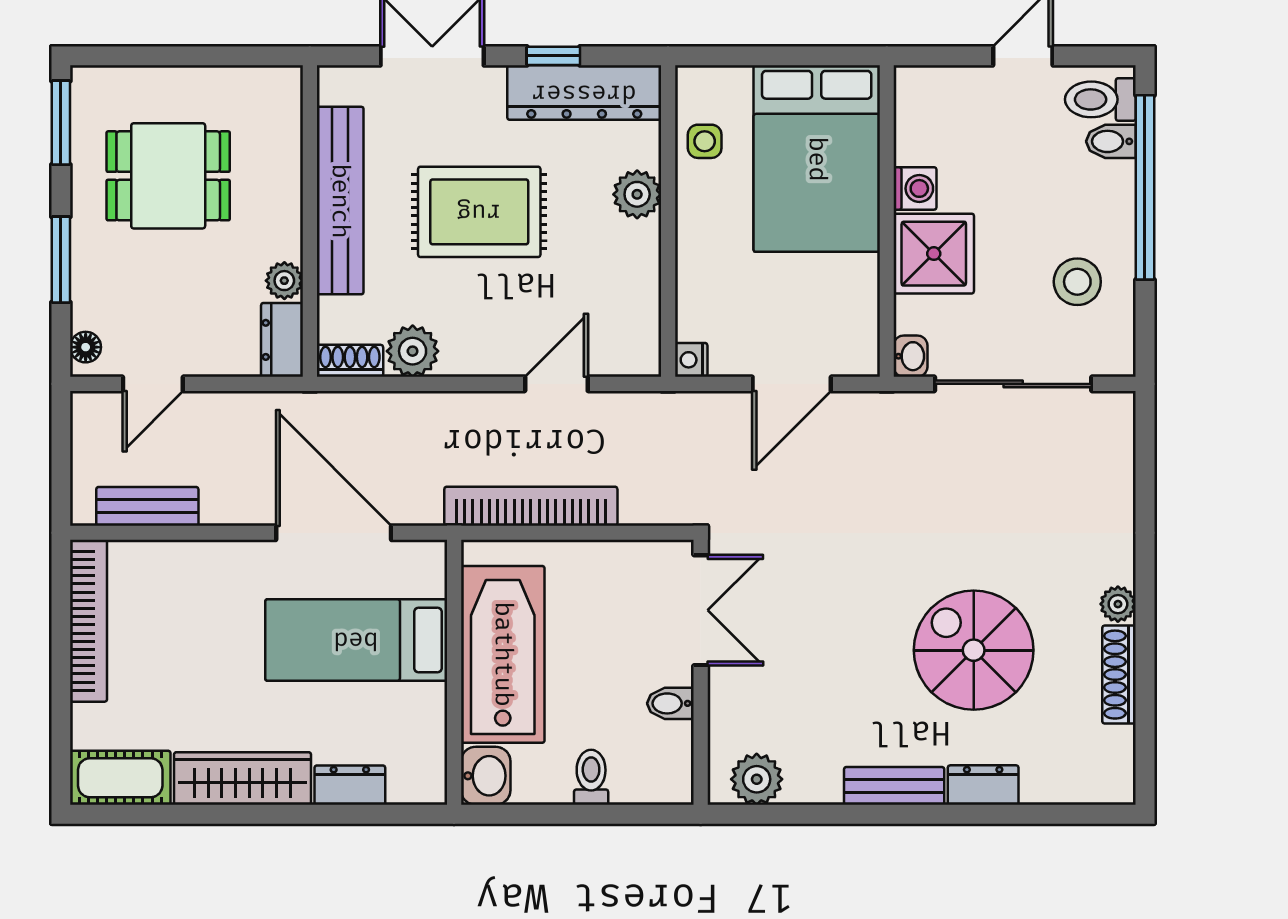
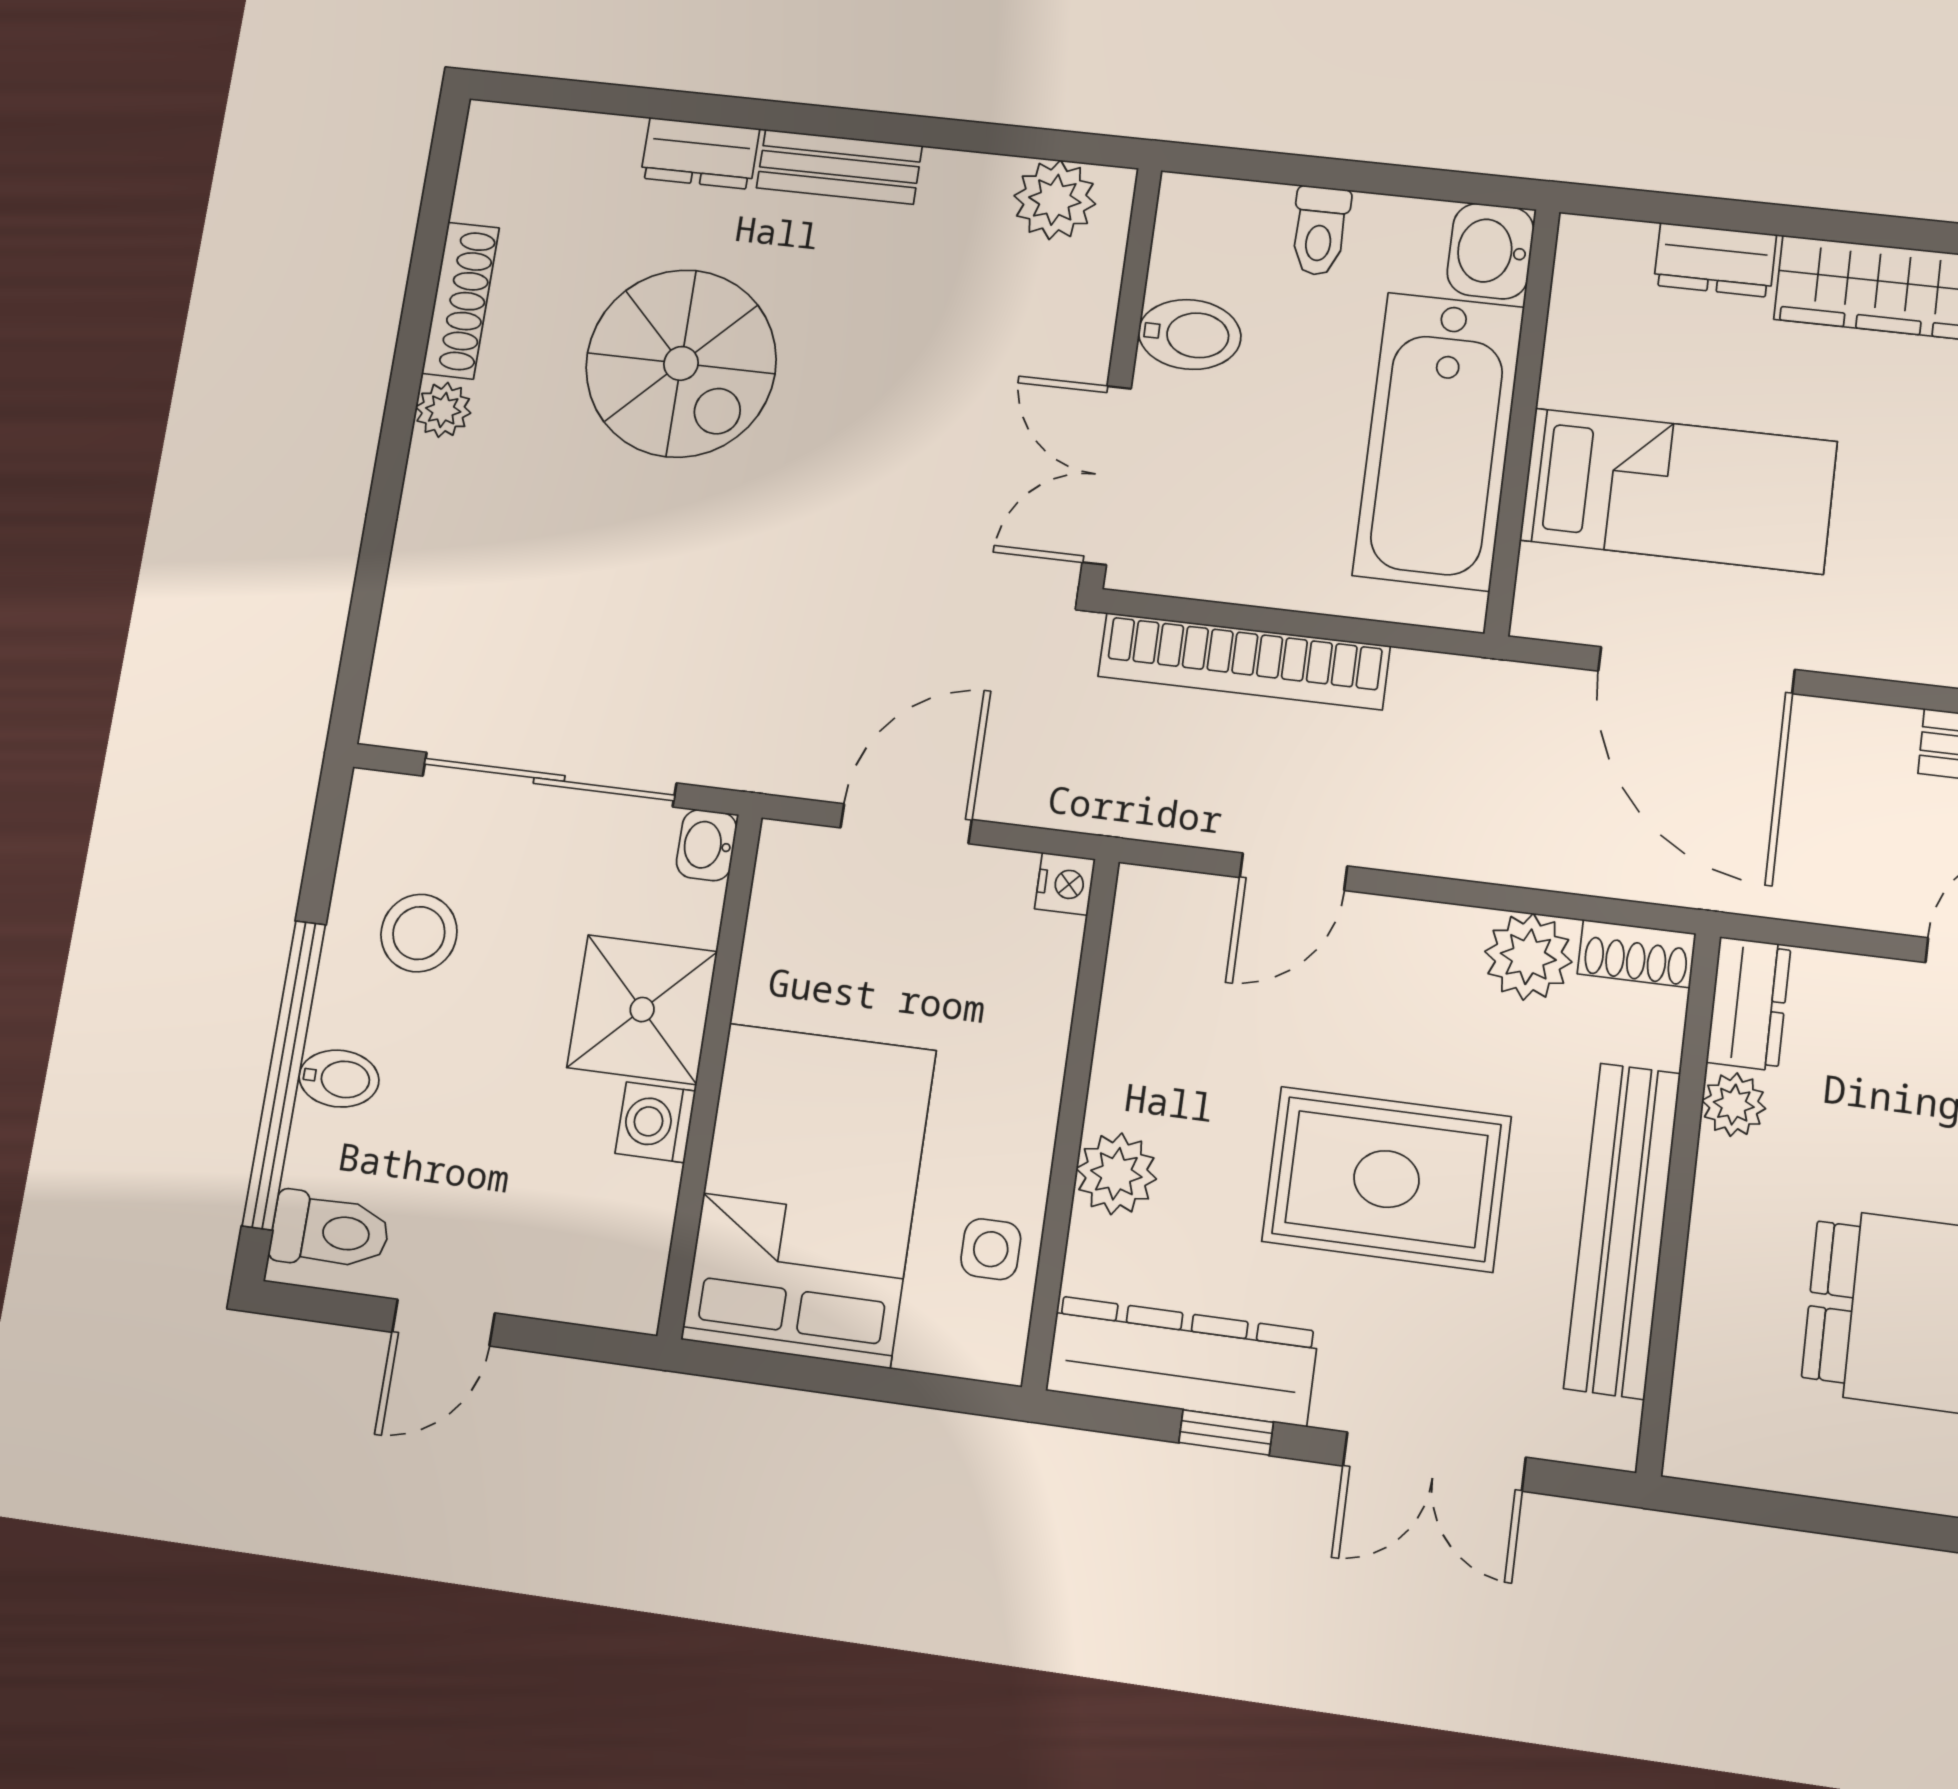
bidet: (1111, 141) -> (339, 1079), moved
bookcase: (531, 506) -> (1244, 661), moved
bidet: (670, 703) -> (1190, 334), width x1.38, depth x1.36

